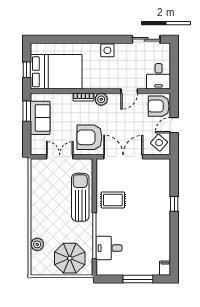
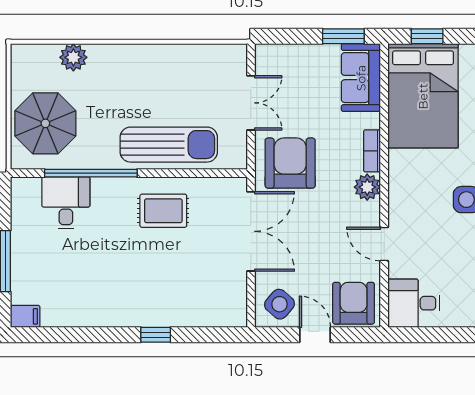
sofa: (40, 118) -> (361, 78), moved, turned 90
rug: (113, 200) -> (163, 211), turned 90

